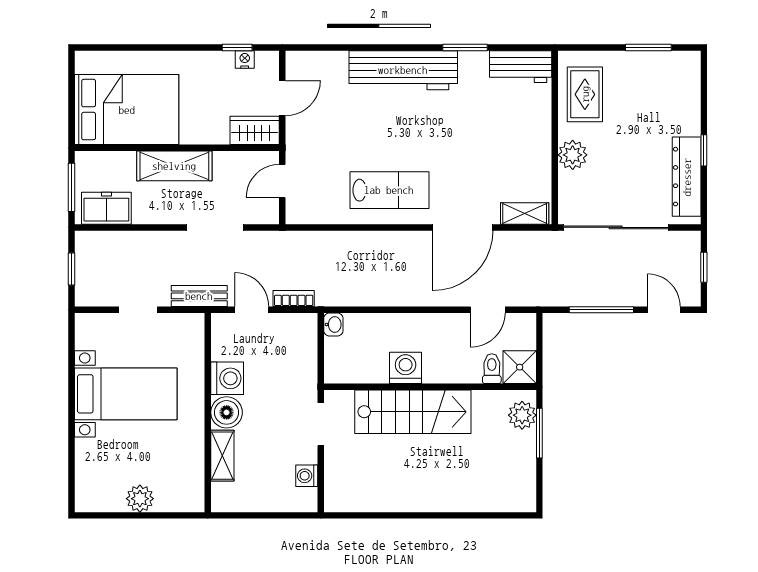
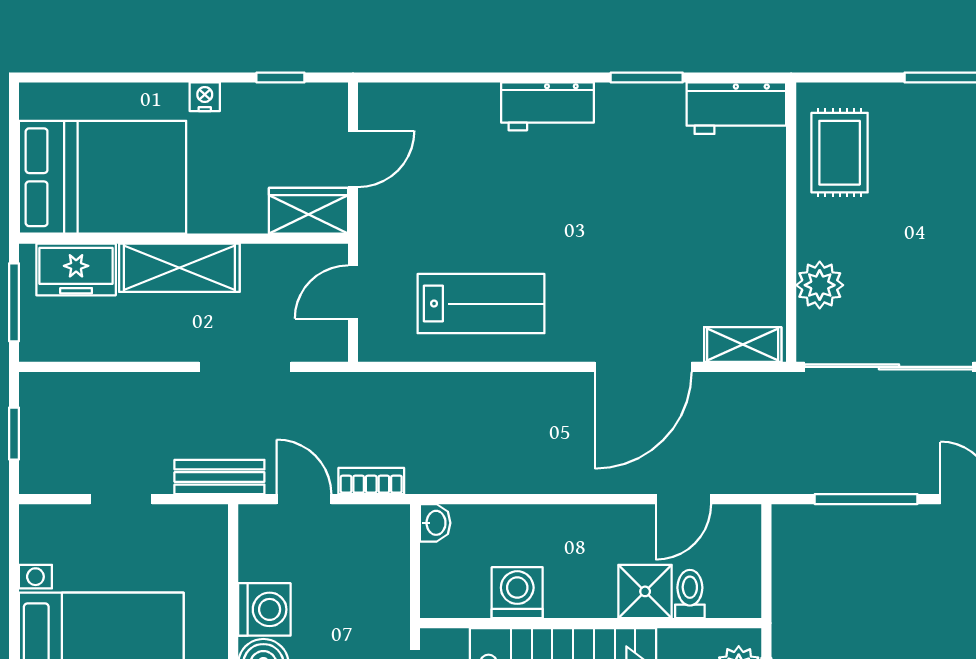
nightstand: (245, 60) -> (205, 97), moved
workbench: (403, 70) -> (547, 106), width x0.53, depth x0.76
plant: (573, 155) -> (820, 285), moved
lab bench: (389, 190) -> (481, 304), moved
freezer: (106, 208) -> (76, 269), moved, turned 180
shower: (520, 367) -> (645, 591), moved
washing machine: (406, 368) -> (517, 593), moved

